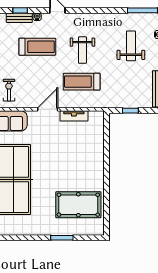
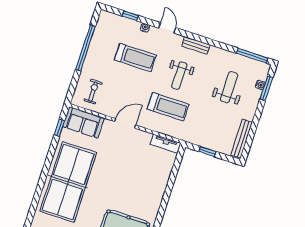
bench: (19, 18) -> (196, 45), moved
treadmill: (82, 82) -> (168, 107), turned 180
tv unit: (74, 116) -> (166, 144), moved

